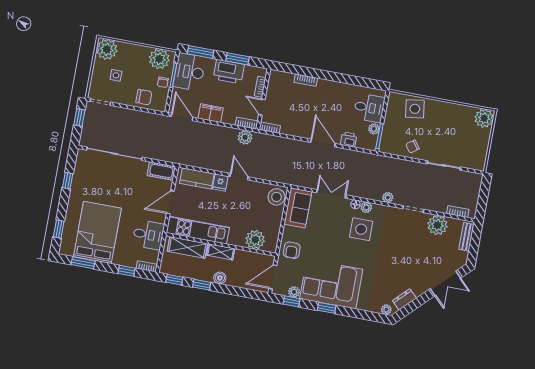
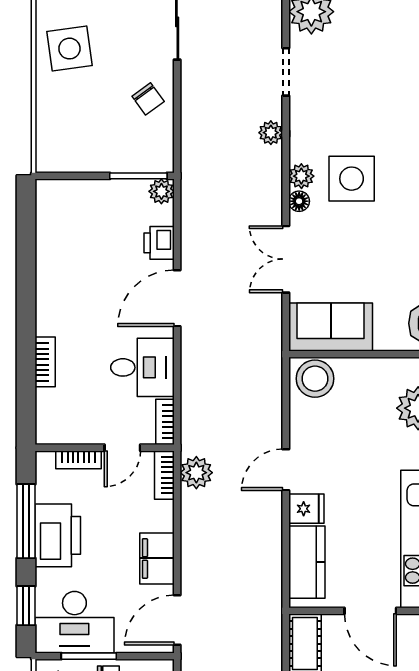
window: (201, 52) -> (26, 606), width x0.67
window: (238, 59) -> (26, 521), width x1.44
desk: (369, 108) -> (142, 367), moved, turned 90
side table: (415, 109) -> (69, 49), moved
plant: (374, 129) -> (161, 191), moved

